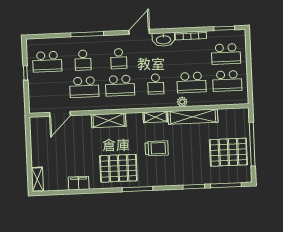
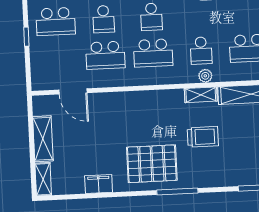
plant: (182, 102) -> (205, 76), moved
door: (60, 114) -> (73, 91), hinge flipped
shelving: (109, 120) -> (43, 139), moved, turned 90

